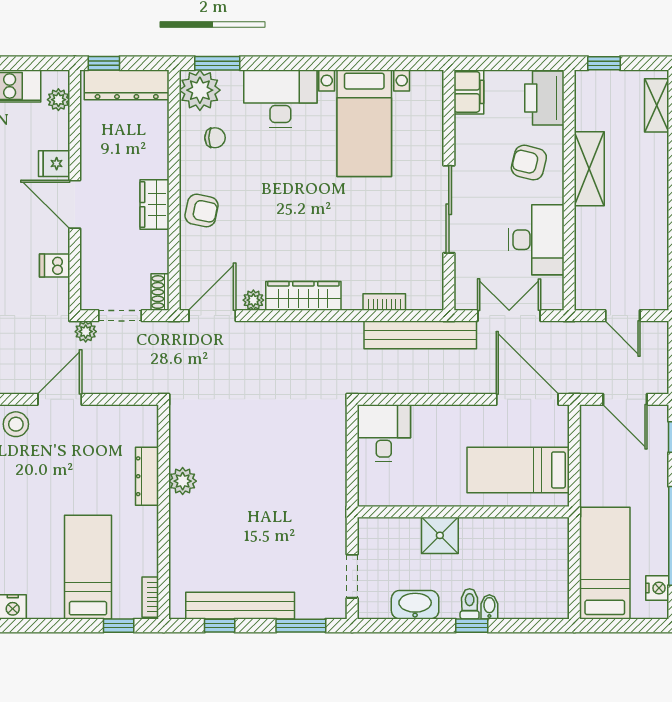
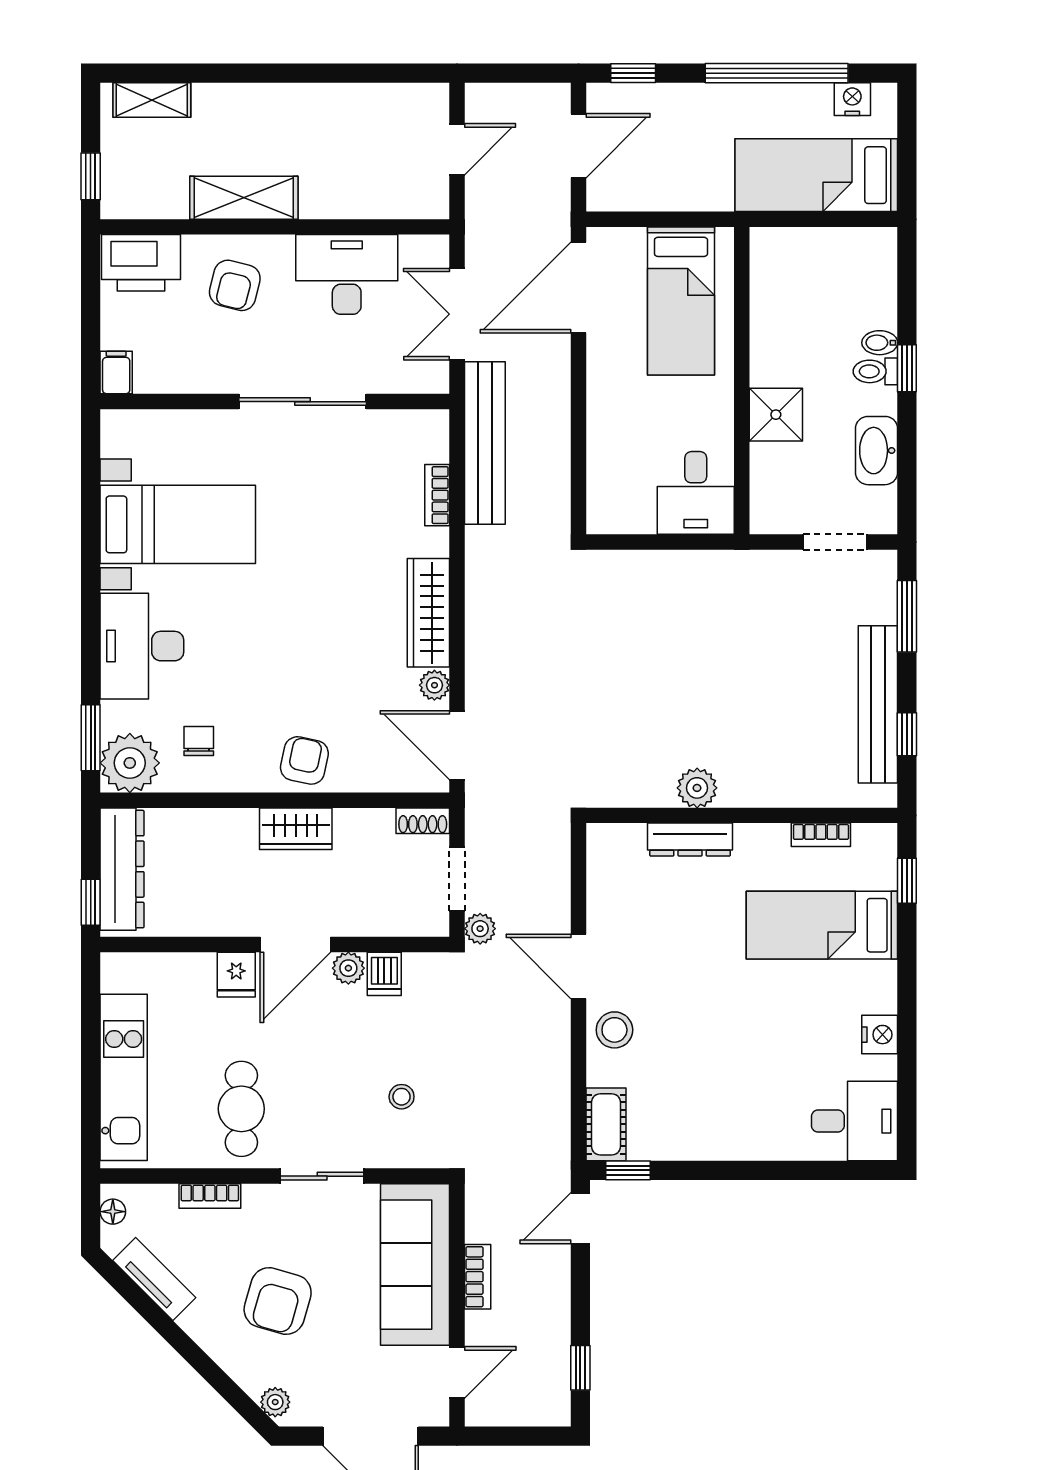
filing cabinet: (469, 92) -> (116, 373), width x0.50
plant: (58, 100) -> (348, 968), moved
desk: (384, 433) -> (696, 493), moved, turned -90
bookcase: (150, 597) -> (821, 835), moved

